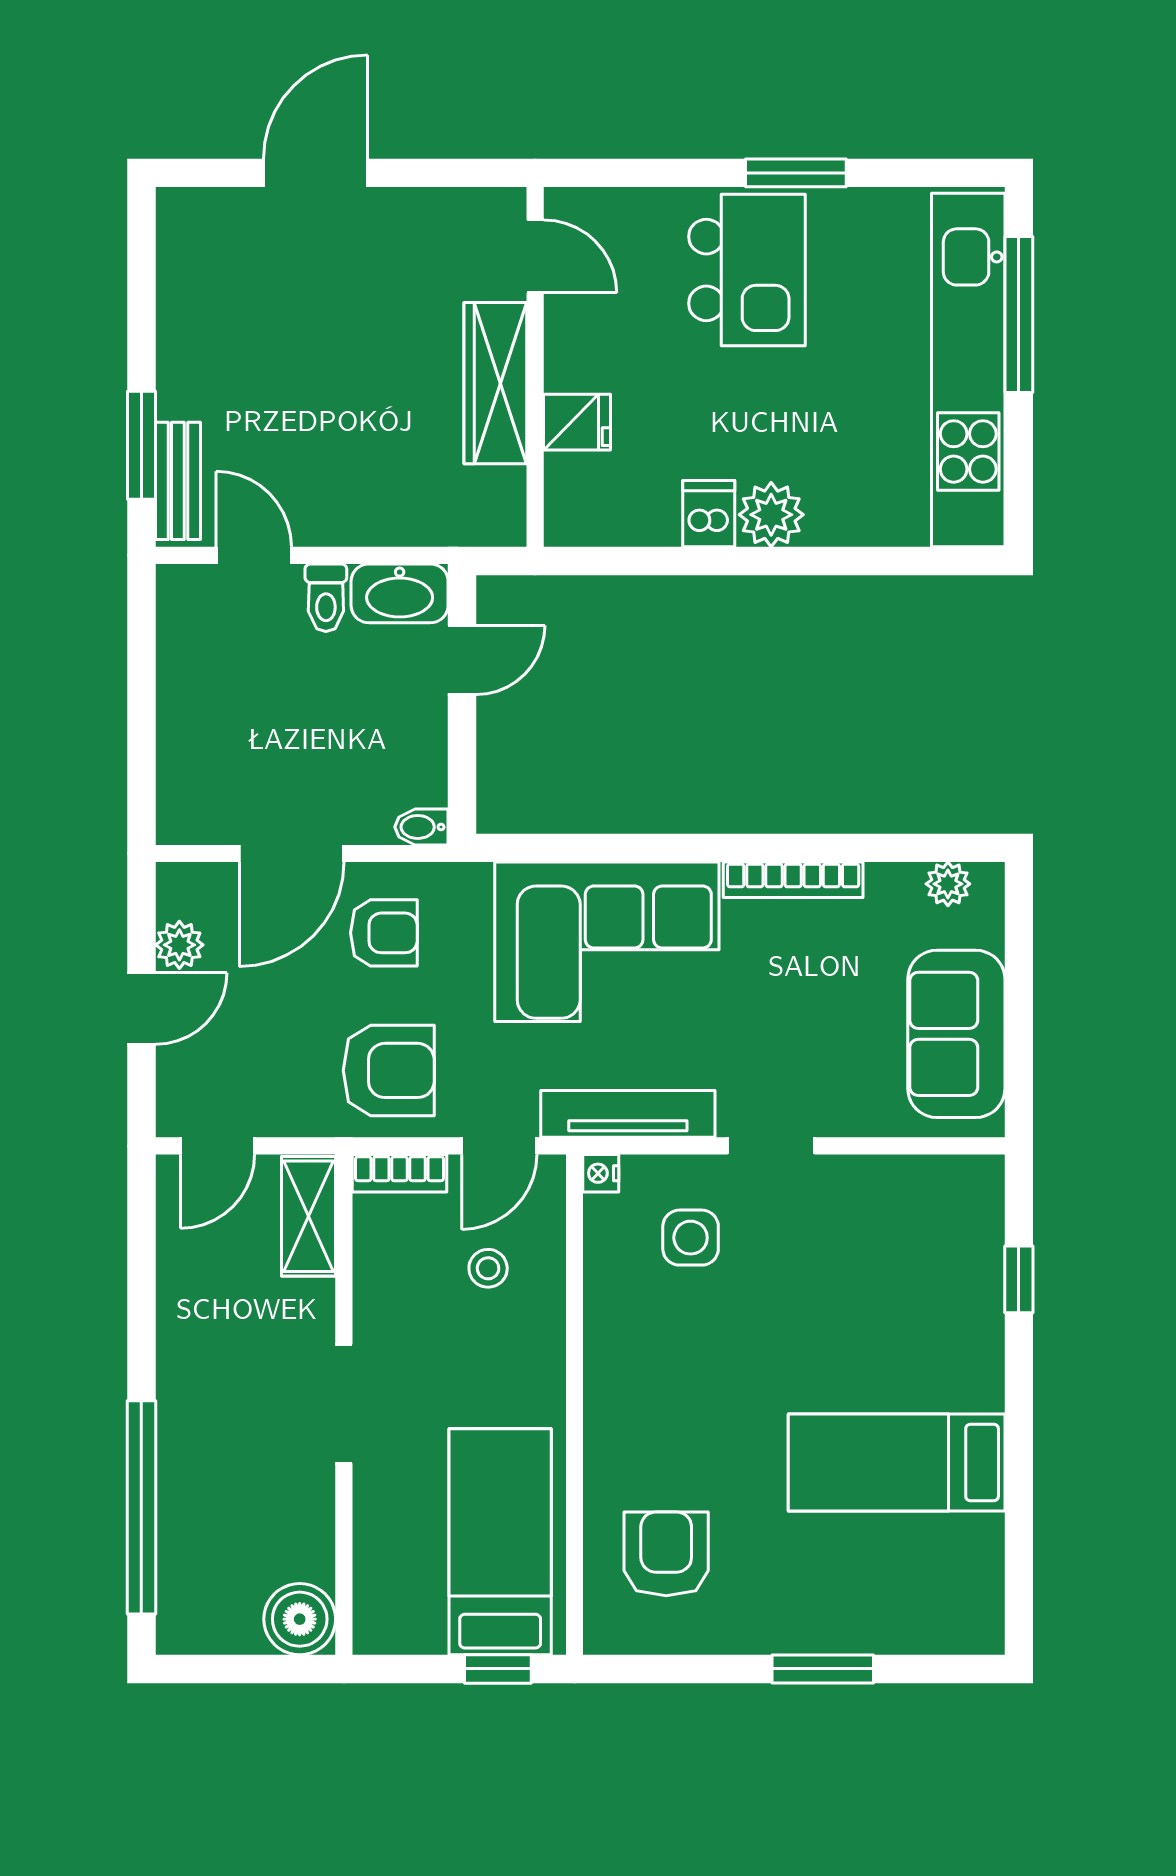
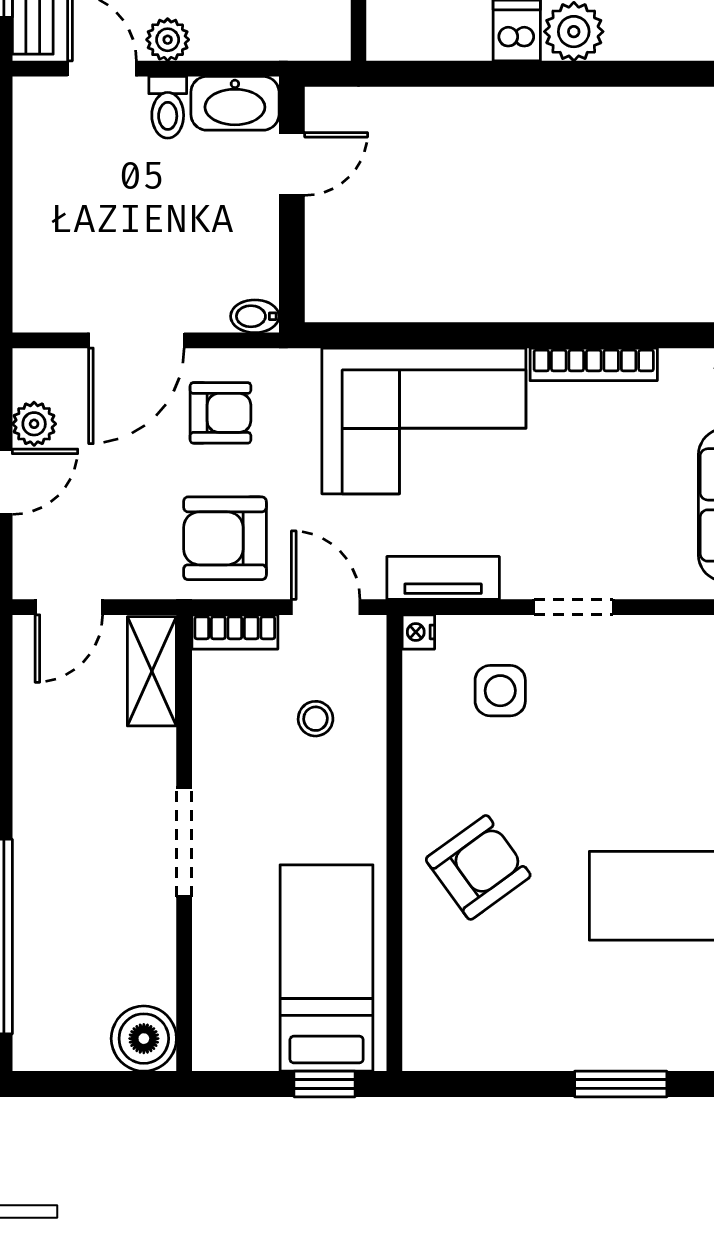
plant: (326, 524) -> (168, 40), added
armchair: (389, 1070) -> (225, 538), turned 180
tv unit: (628, 1114) -> (443, 578), width x0.71
door: (499, 1146) -> (326, 607), swing flipped
armchair: (666, 1554) -> (478, 867), moved, turned 54

